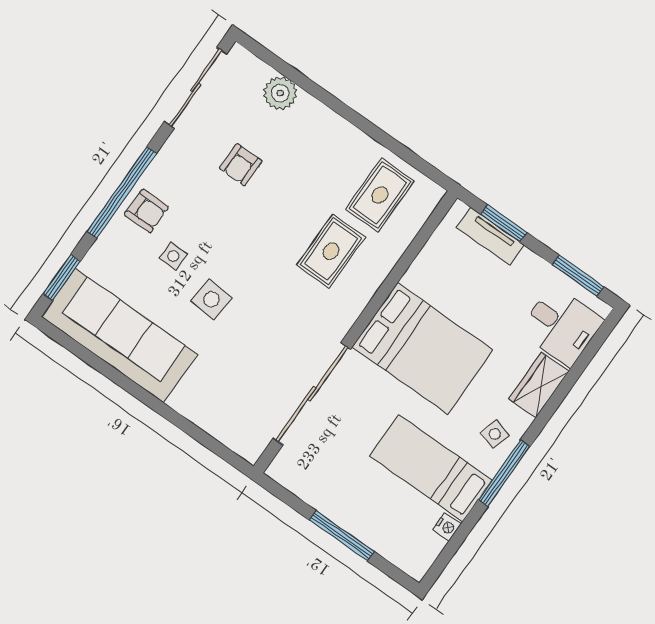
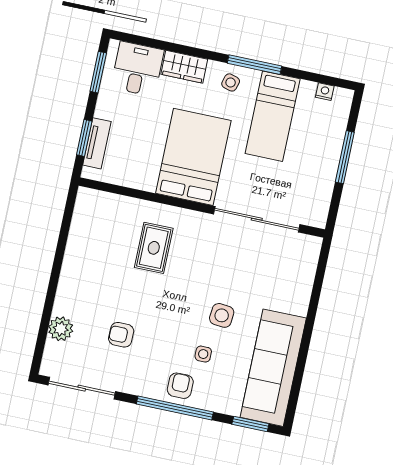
armchair: (241, 165) -> (121, 335), turned 180
rug: (380, 195) -> (101, 231), removed
rug: (331, 251) -> (154, 248), turned 90
nightstand: (447, 527) -> (325, 92), moved

